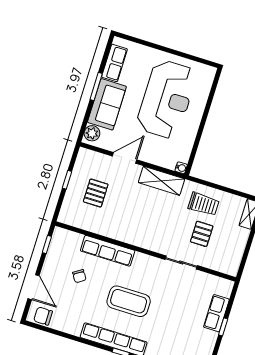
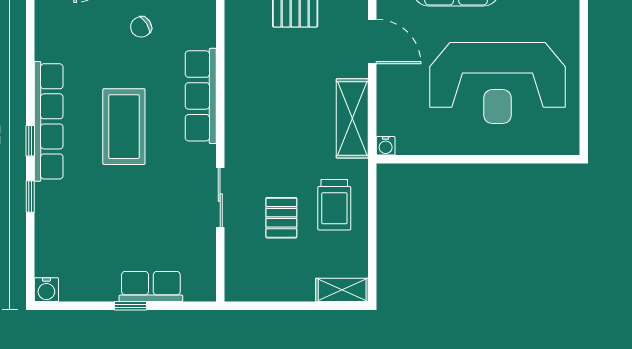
pallet: (202, 234) -> (281, 218), turned 90
row of seats: (108, 251) -> (201, 96), moved

